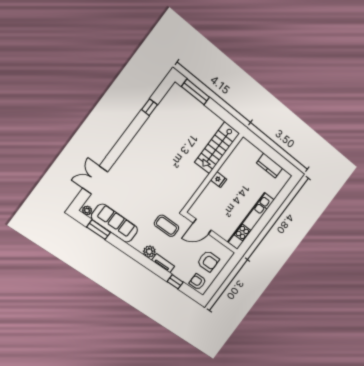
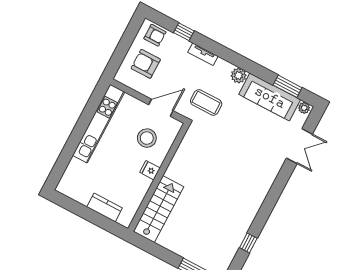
kitchen counter: (270, 166) -> (105, 208), moved
stool: (217, 205) -> (147, 138), added
plant: (149, 252) -> (239, 75), moved

